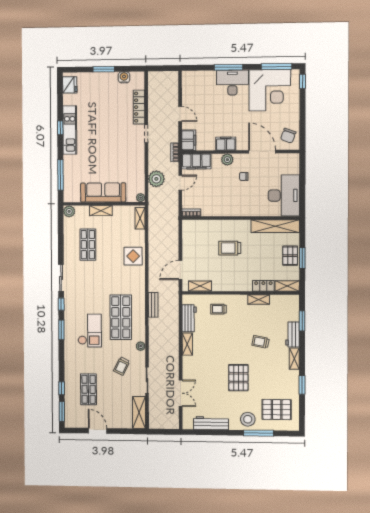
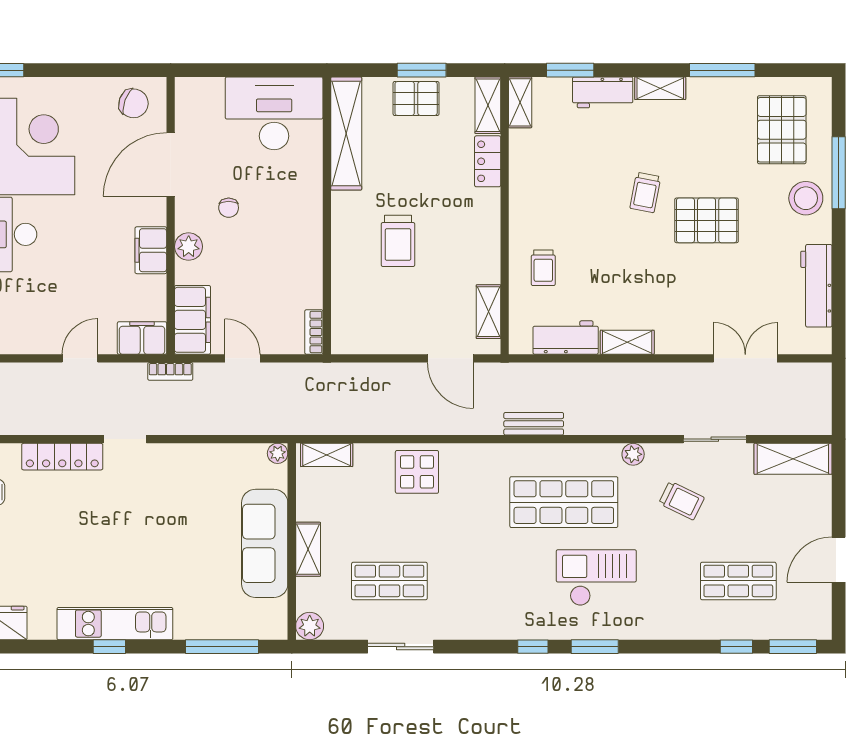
plant: (156, 179) -> (233, 415), removed
sliding door: (61, 278) -> (401, 647), moved
shelving: (259, 300) -> (520, 102), moved
trolley: (261, 342) -> (645, 192), moved
window: (302, 385) -> (722, 70), width x1.44

